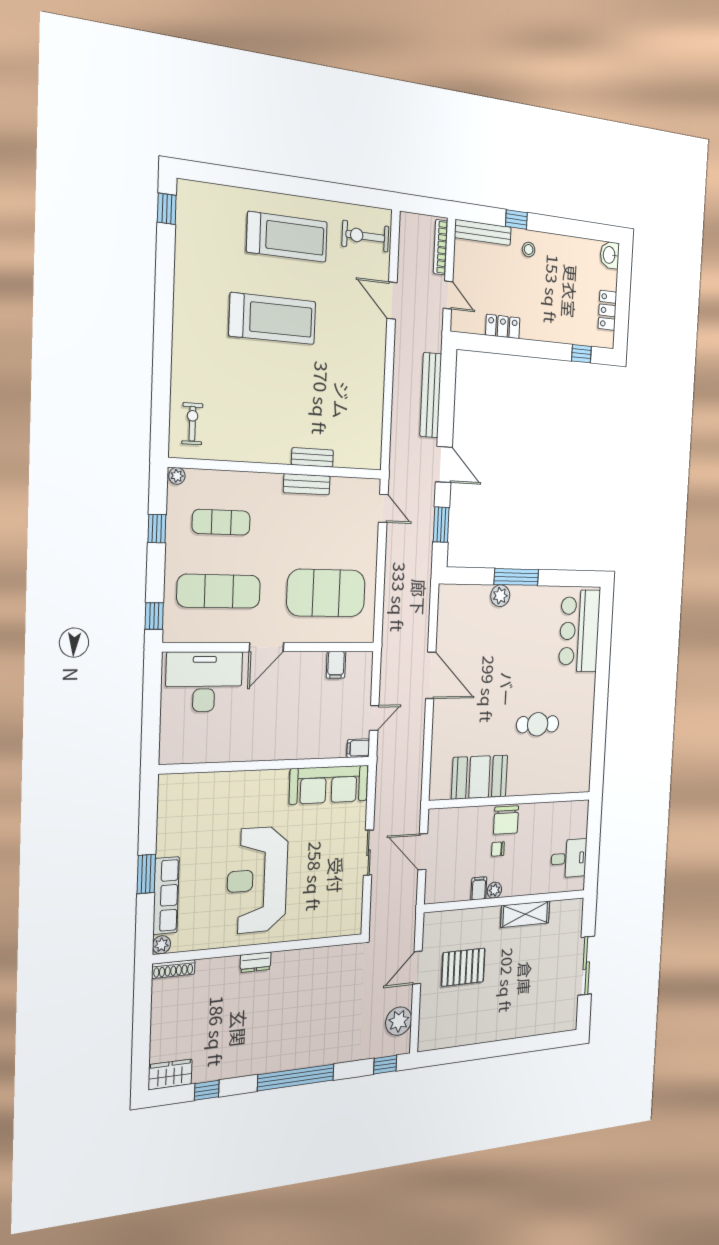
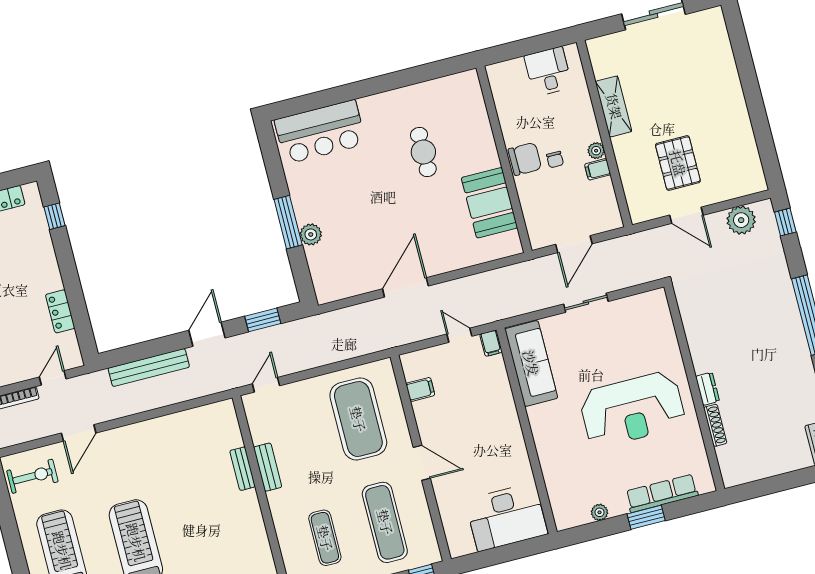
exercise bike: (365, 236) -> (32, 476), turned -90
desk: (204, 682) -> (506, 517), moved, turned -90
plant: (161, 945) -> (600, 512), moved
shoe rack: (173, 969) -> (715, 425), moved

